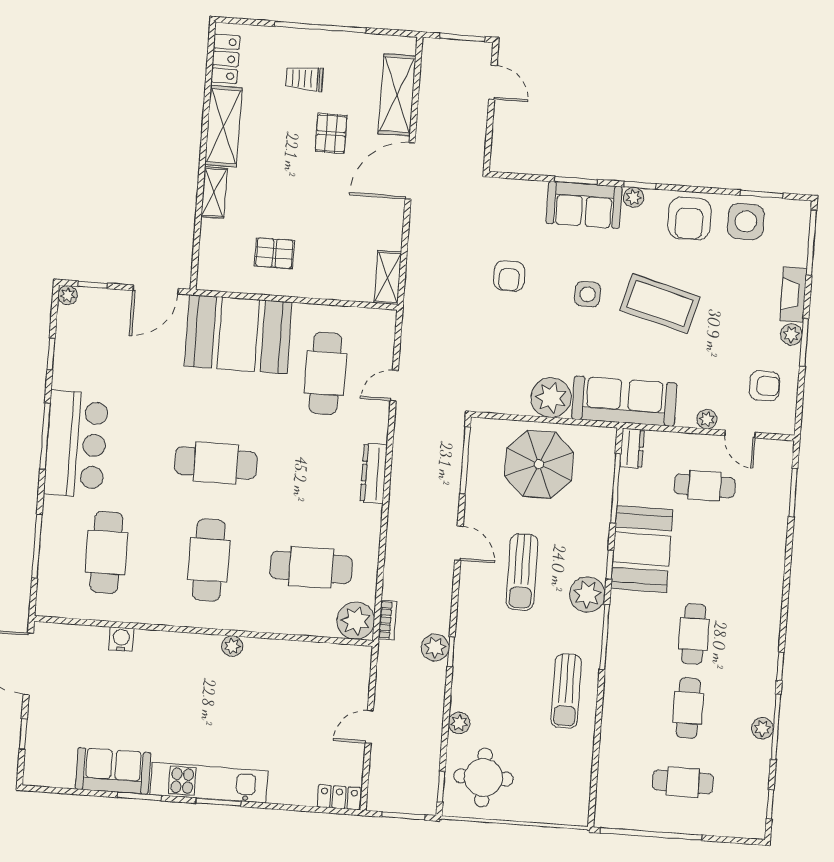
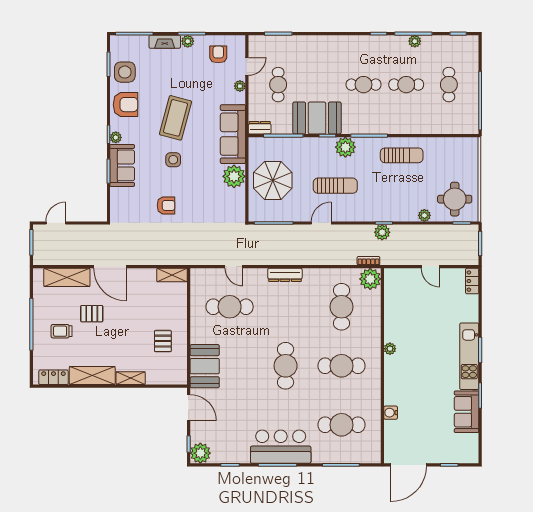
trolley: (304, 79) -> (62, 331), turned 90
plant: (68, 295) -> (200, 453), width x1.87, depth x1.87
booth: (238, 334) -> (205, 366), width x0.73, depth x0.70

